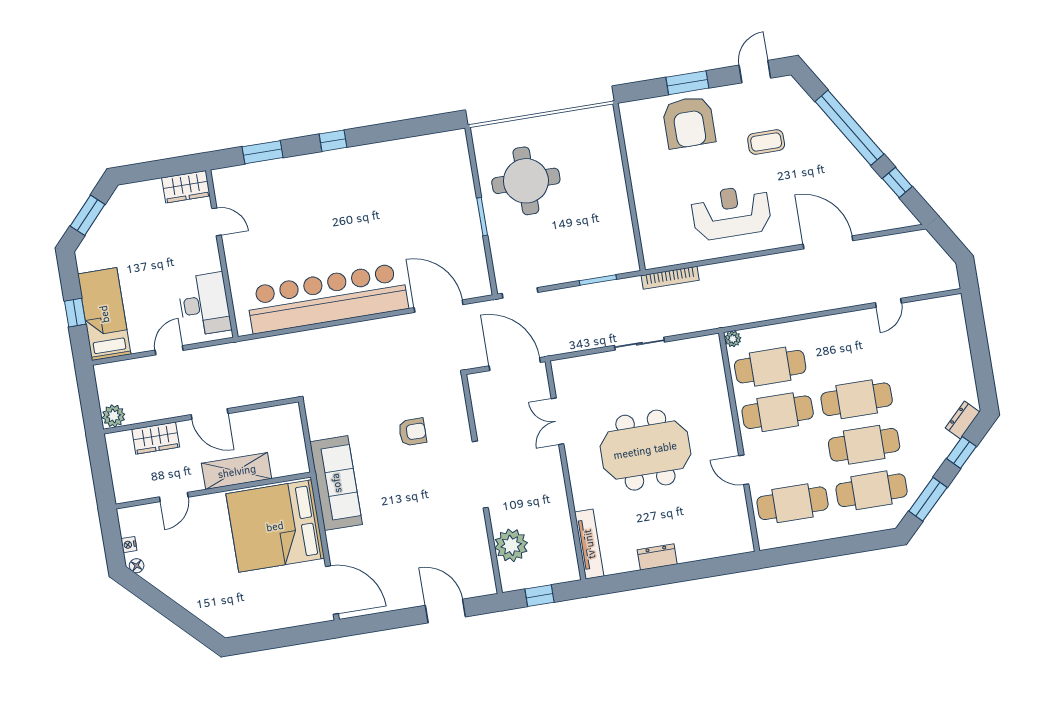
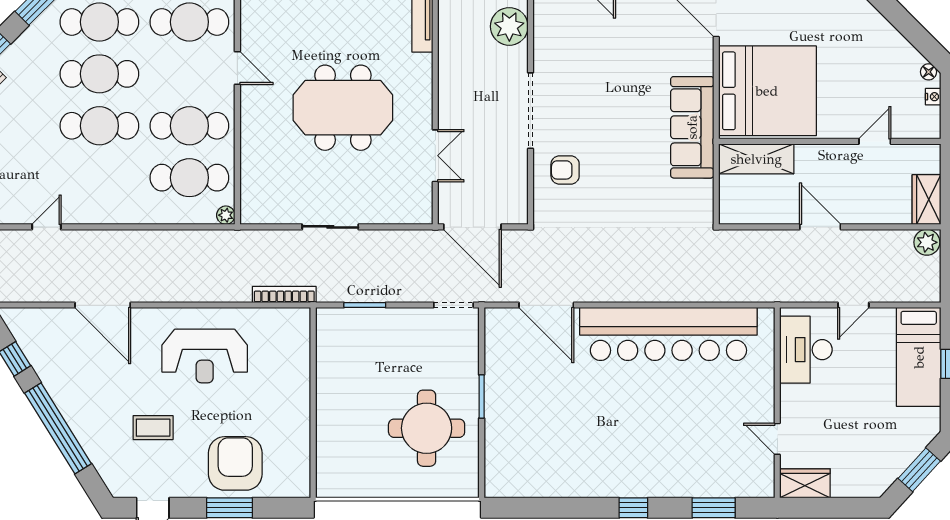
armchair: (412, 432) -> (565, 170), moved
wardrobe: (156, 438) -> (927, 200), moved, turned -90
shelving: (237, 471) -> (756, 159), moved

